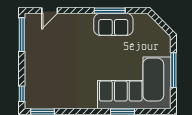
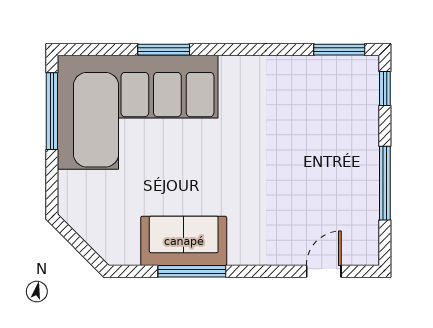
window: (22, 35) -> (385, 183), moved
window: (173, 70) -> (52, 111), moved

